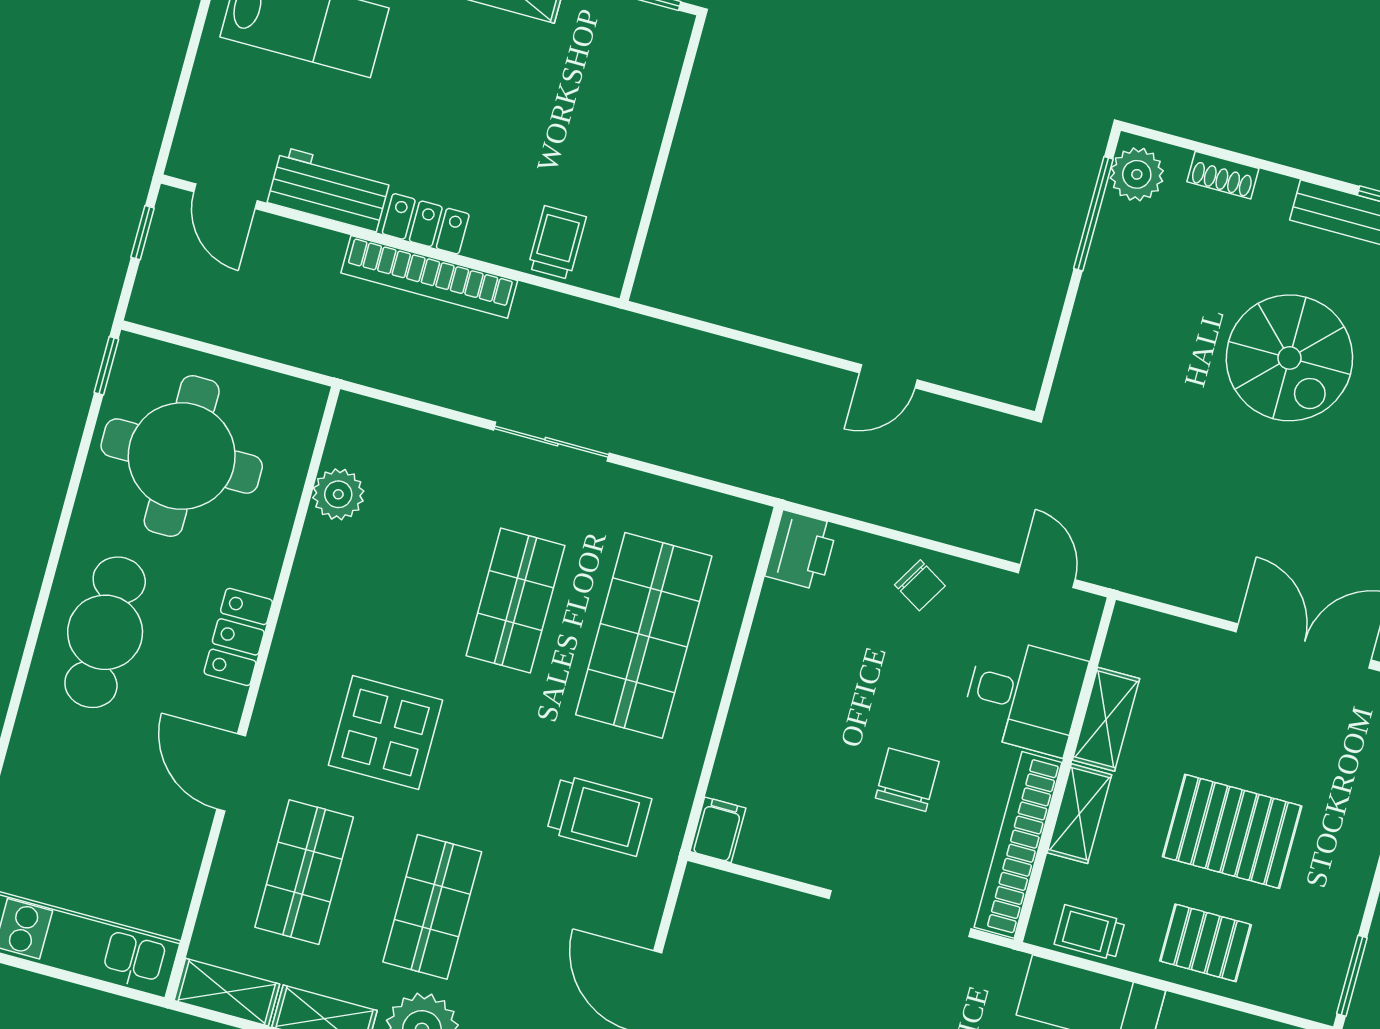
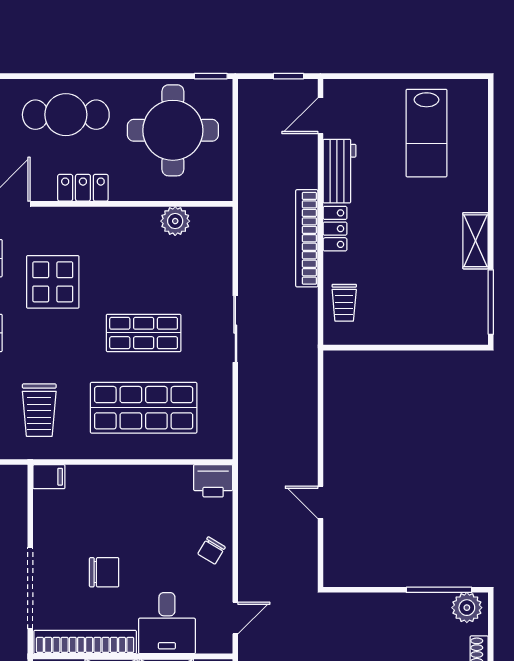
trolley: (557, 243) -> (344, 303), turned 90

